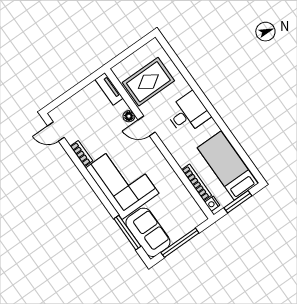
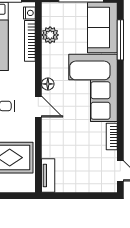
floor lamp: (129, 116) -> (48, 84), moved
door: (147, 126) -> (38, 107), moved
plant: (184, 198) -> (50, 35), added

